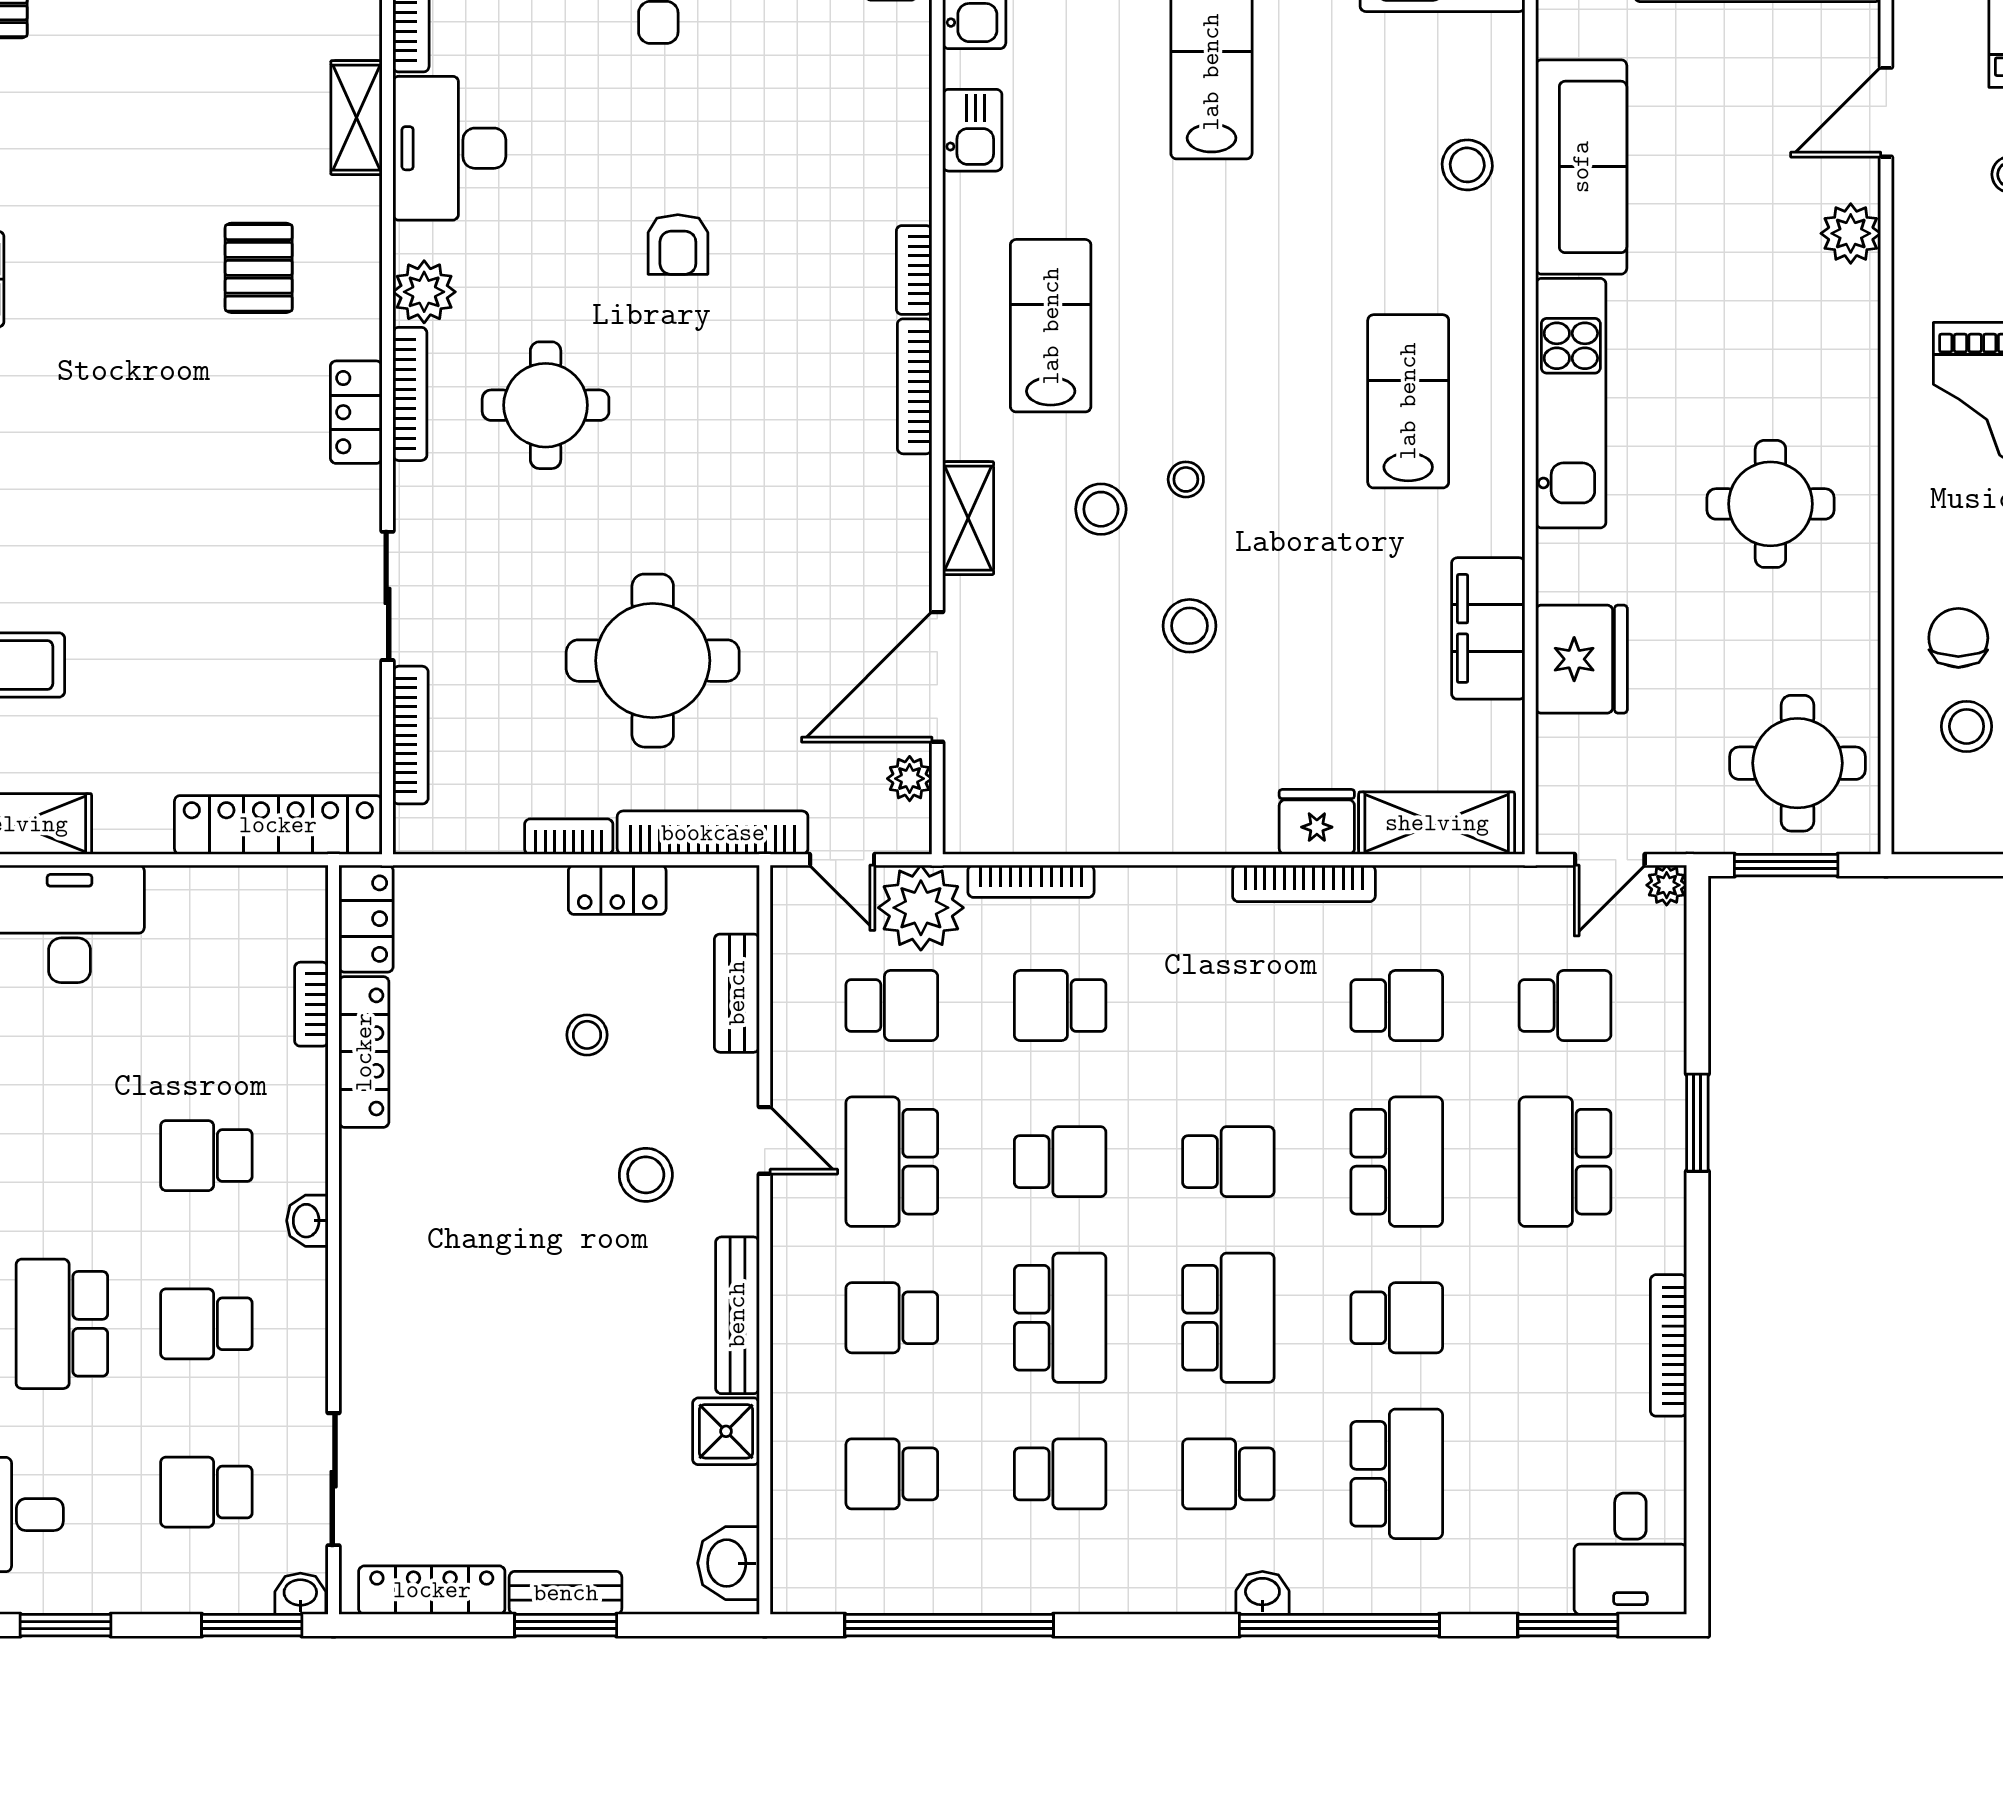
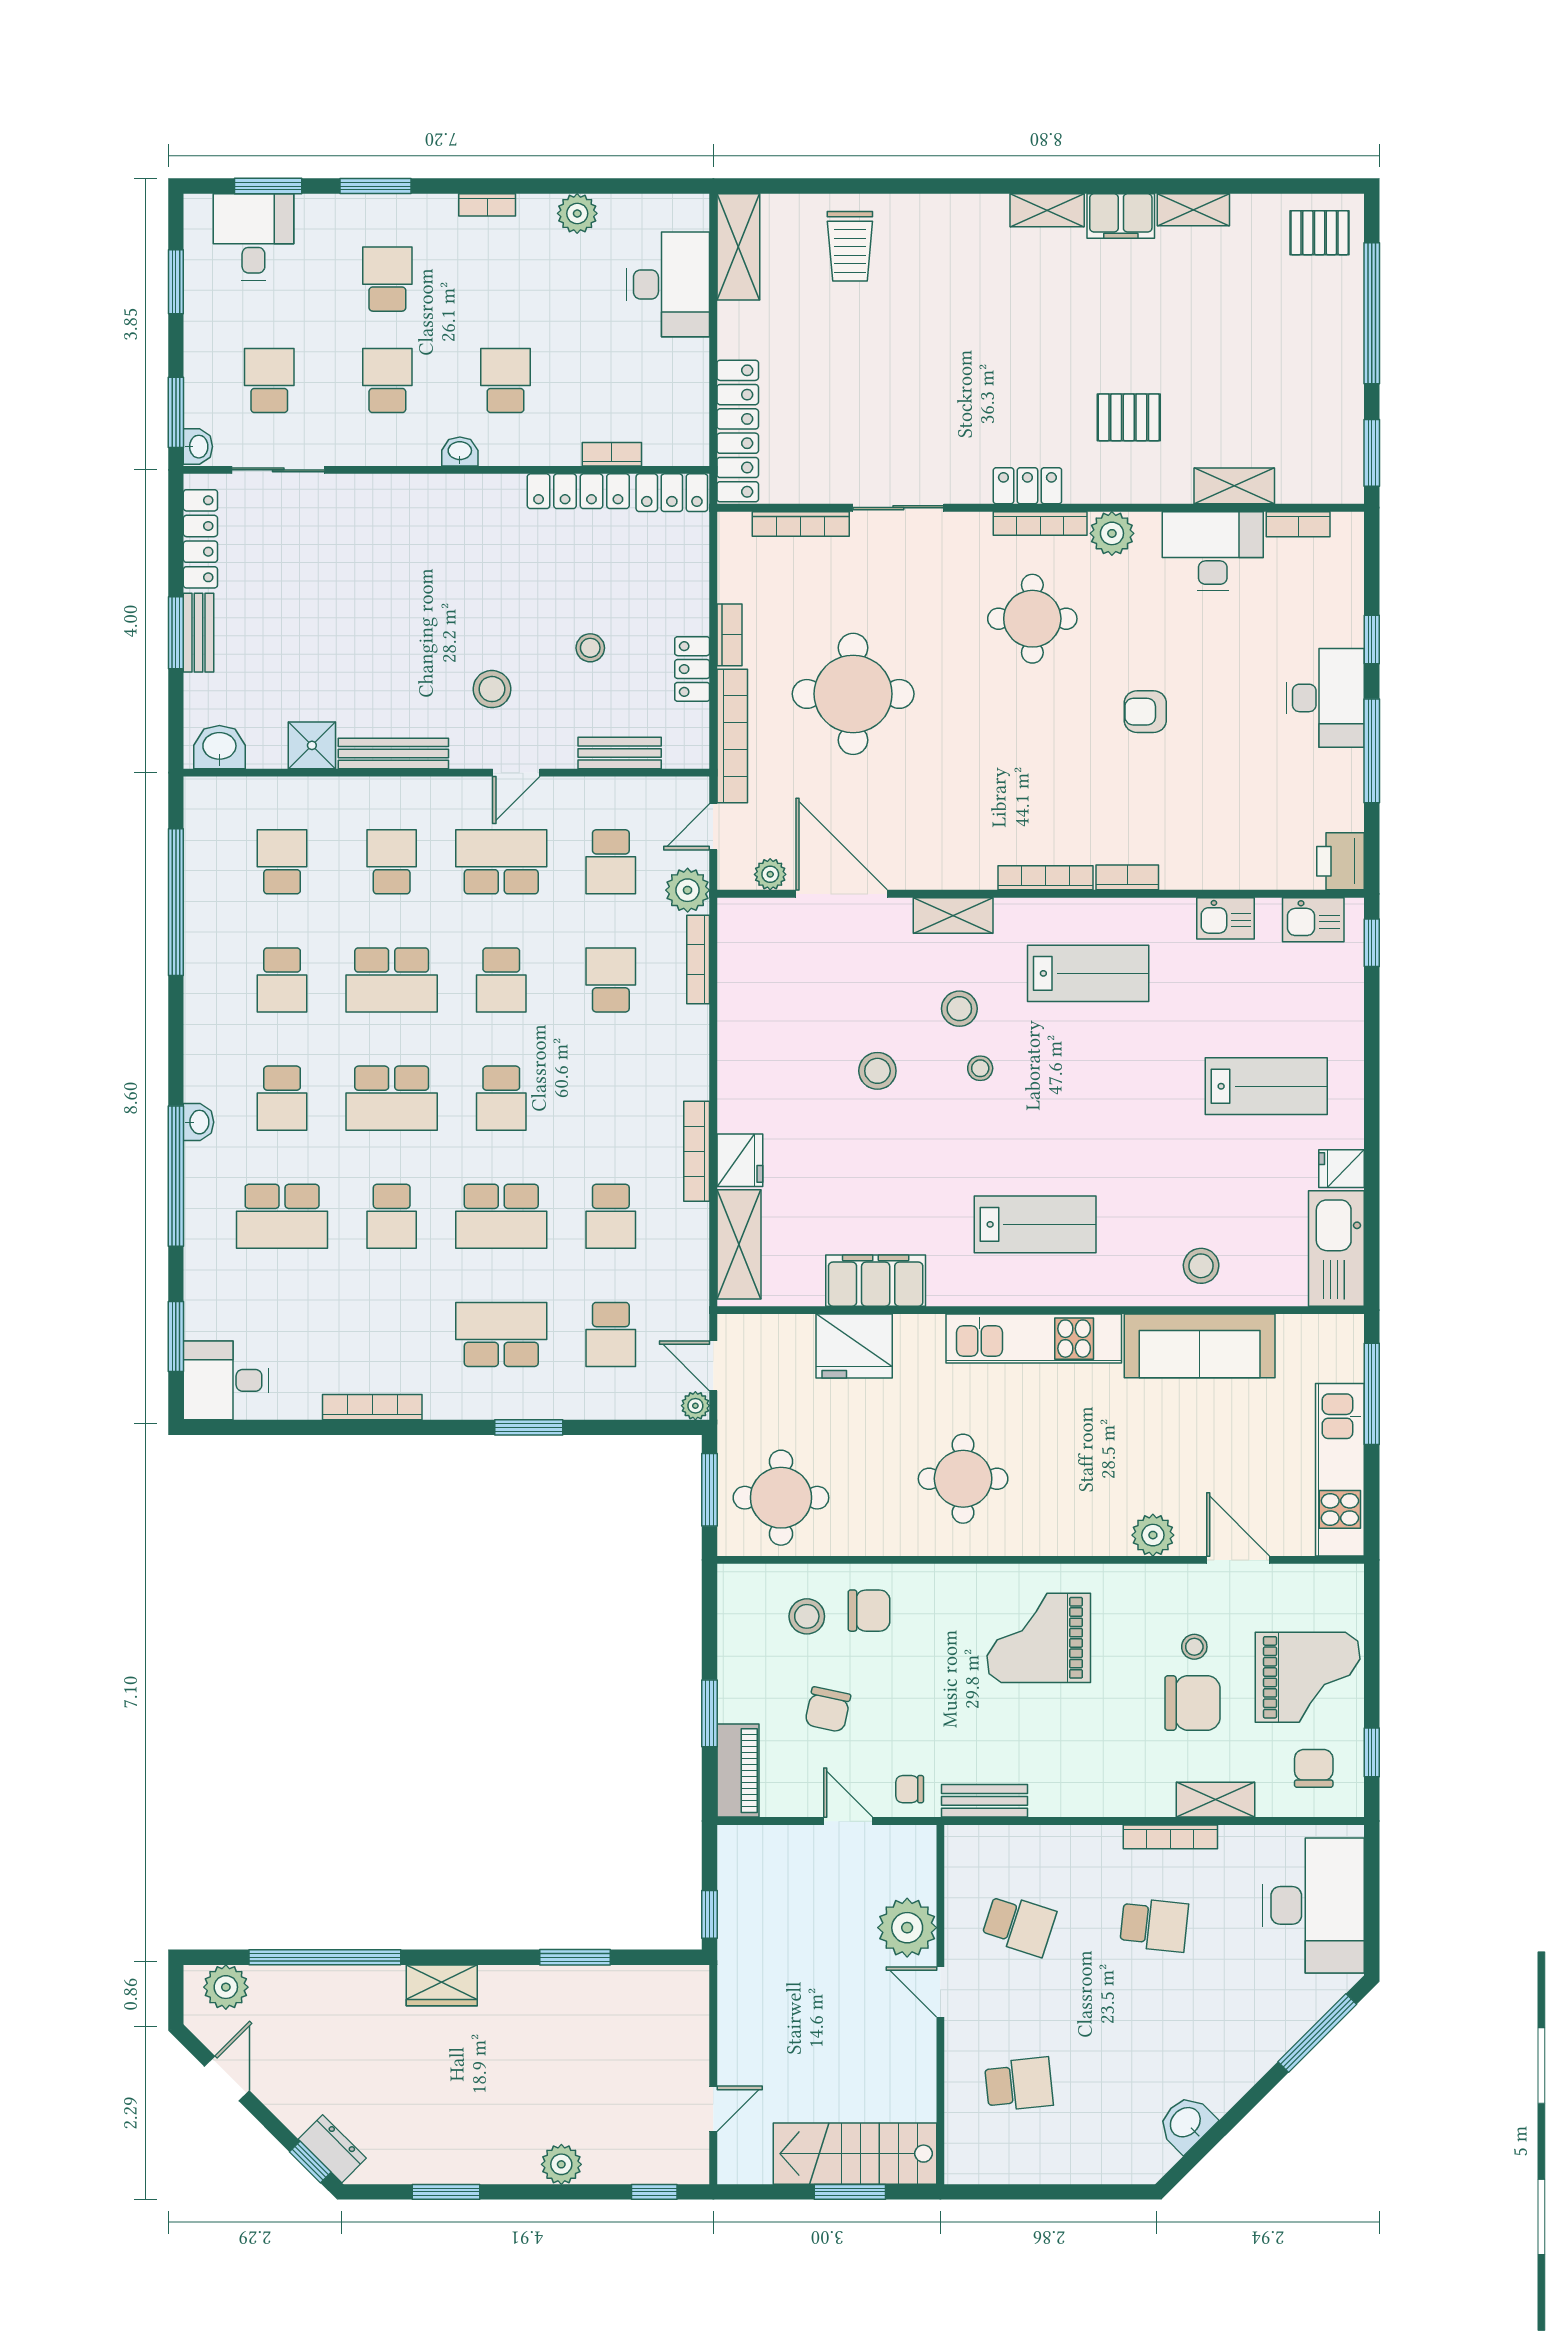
plant: (921, 908) -> (688, 890), width x0.73, depth x0.73
school desk: (62, 1324) -> (387, 279), width x0.54
school desk: (1228, 1474) -> (282, 1098), turned 180

